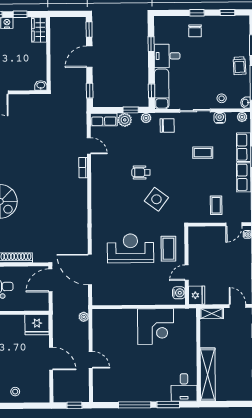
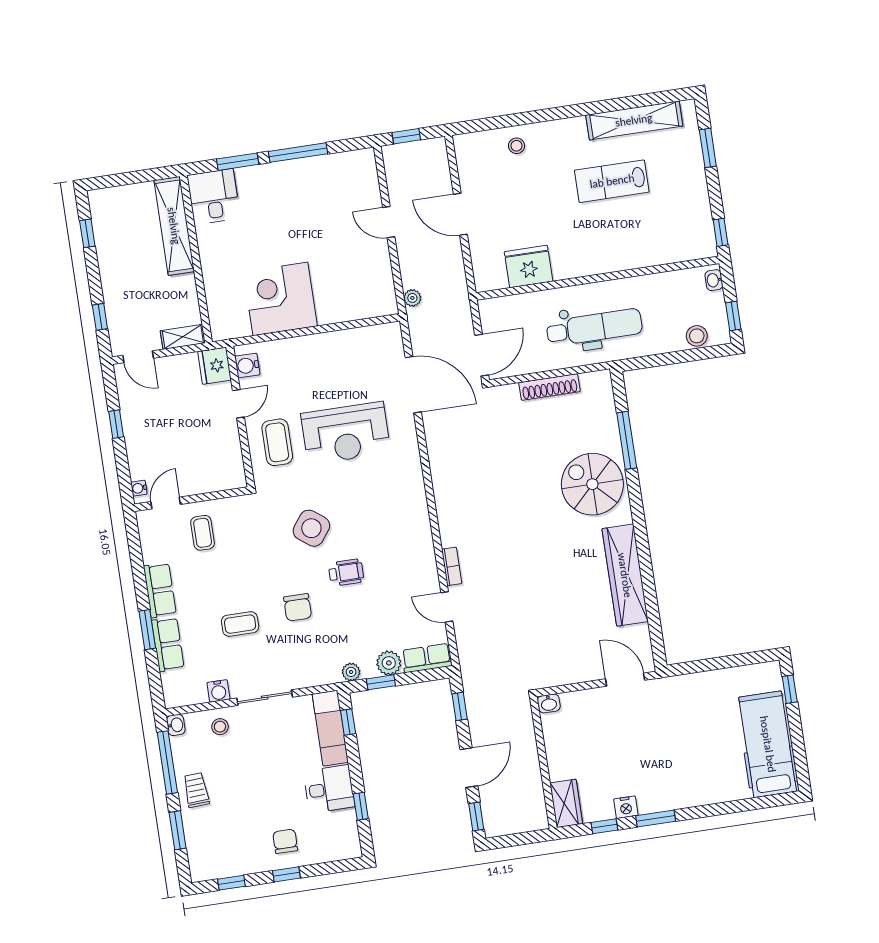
plant: (242, 117) -> (178, 698), removed
chair: (167, 126) -> (298, 607), moved, turned -90
fridge: (37, 325) -> (529, 267), moved

